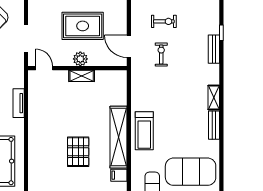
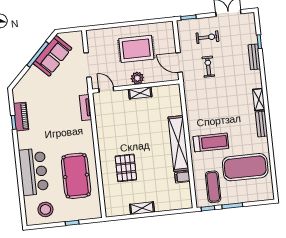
tv unit: (19, 103) -> (85, 108), moved
treadmill: (144, 131) -> (211, 142), moved, turned -90
pallet: (78, 152) -> (126, 168), moved

